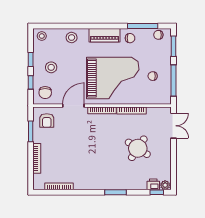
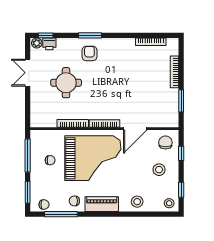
window: (31, 59) -> (181, 190), moved
grand piano: (113, 78) -> (93, 158), turned 180
armchair: (47, 120) -> (89, 53), moved
double door: (174, 126) -> (28, 73), moved
round table: (138, 148) -> (66, 83), turned -33

